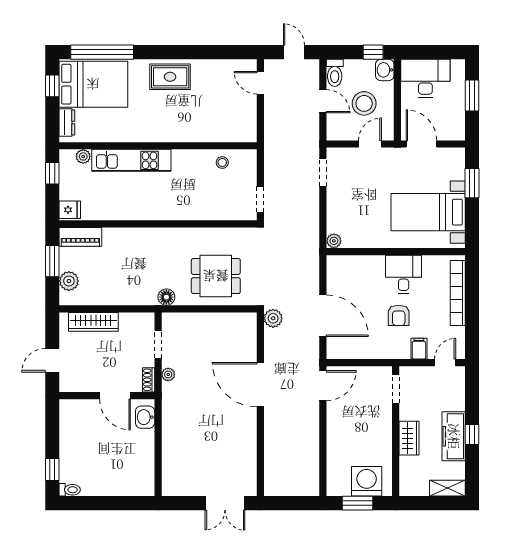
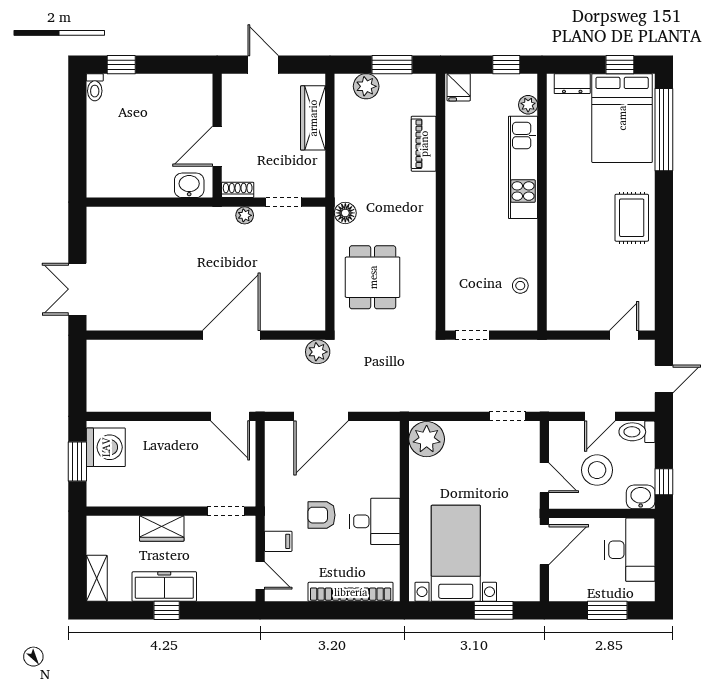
piano: (80, 237) -> (424, 144), moved
plant: (334, 241) -> (427, 439), width x1.87, depth x1.87
washing machine: (367, 481) -> (106, 447), moved

